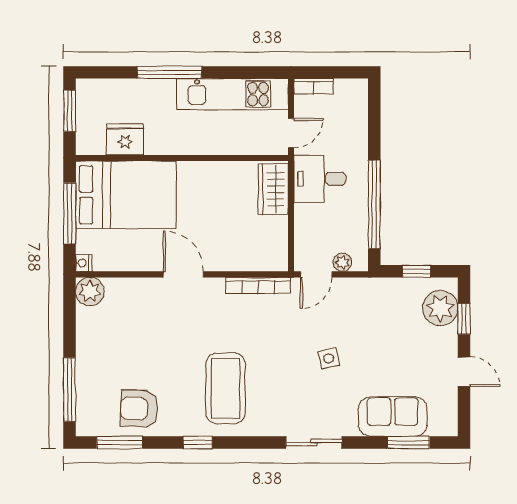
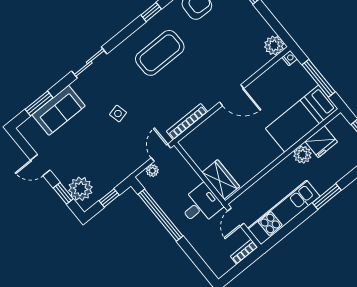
window: (169, 72) -> (327, 197), width x0.69
plant: (158, 142) -> (302, 155), added
bed: (126, 195) -> (302, 119), width x0.67
coffee table: (226, 388) -> (160, 53), turned 90

